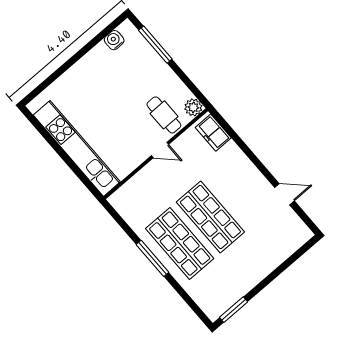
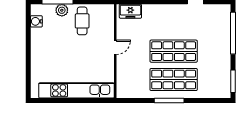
plant: (193, 107) -> (62, 10), moved
cafe table: (164, 115) -> (82, 21), moved, turned 90
window: (286, 265) -> (233, 33), added

